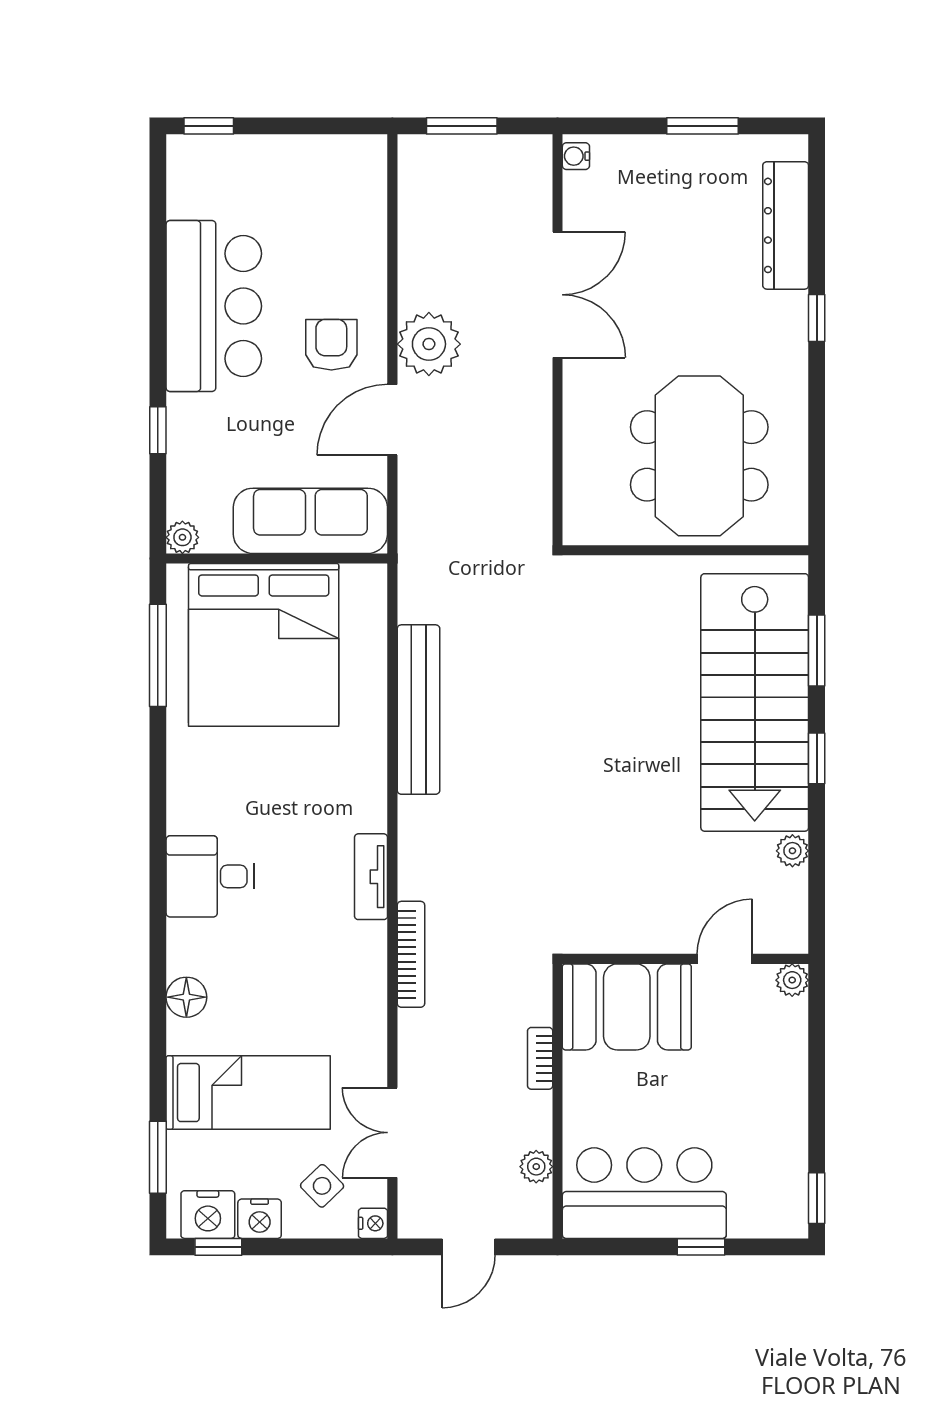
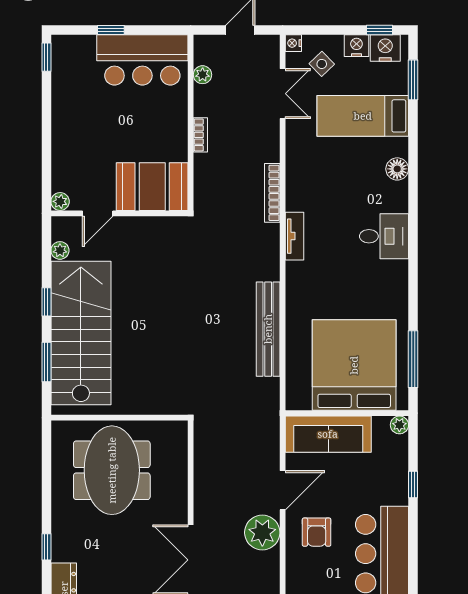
wall: (685, 959) -> (119, 213), moved
door: (725, 959) -> (98, 213), moved
plant: (792, 980) -> (60, 201), moved
booth: (627, 1007) -> (152, 187), moved

